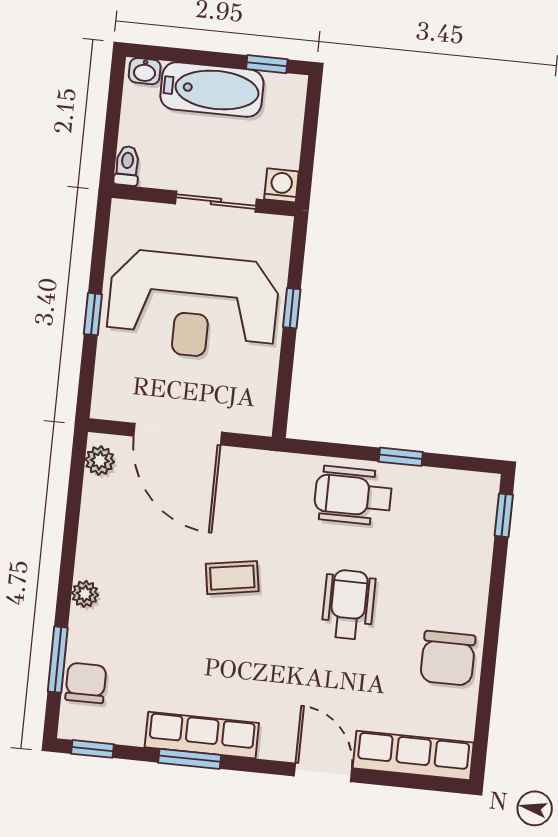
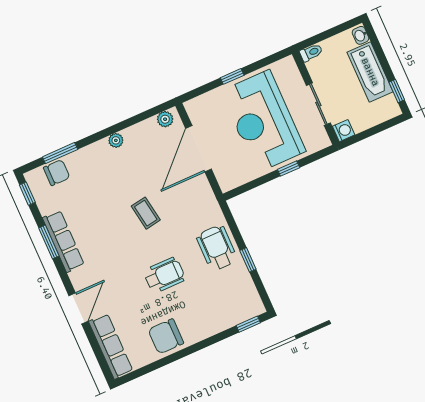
plant: (85, 594) -> (116, 140), moved

